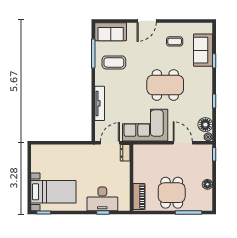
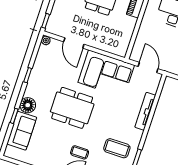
coffee table: (175, 41) -> (80, 152), moved
floor lamp: (205, 125) -> (28, 105), moved
door: (110, 143) -> (148, 68), swing flipped
dresser: (125, 153) -> (136, 52), removed

